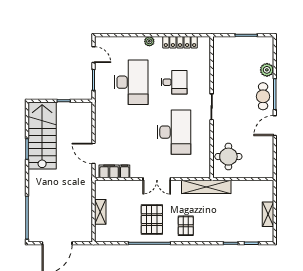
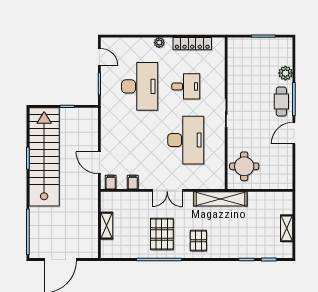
stairs: (42, 136) -> (44, 157), width x1.36
filing cabinet: (109, 171) -> (111, 182), width x0.50

